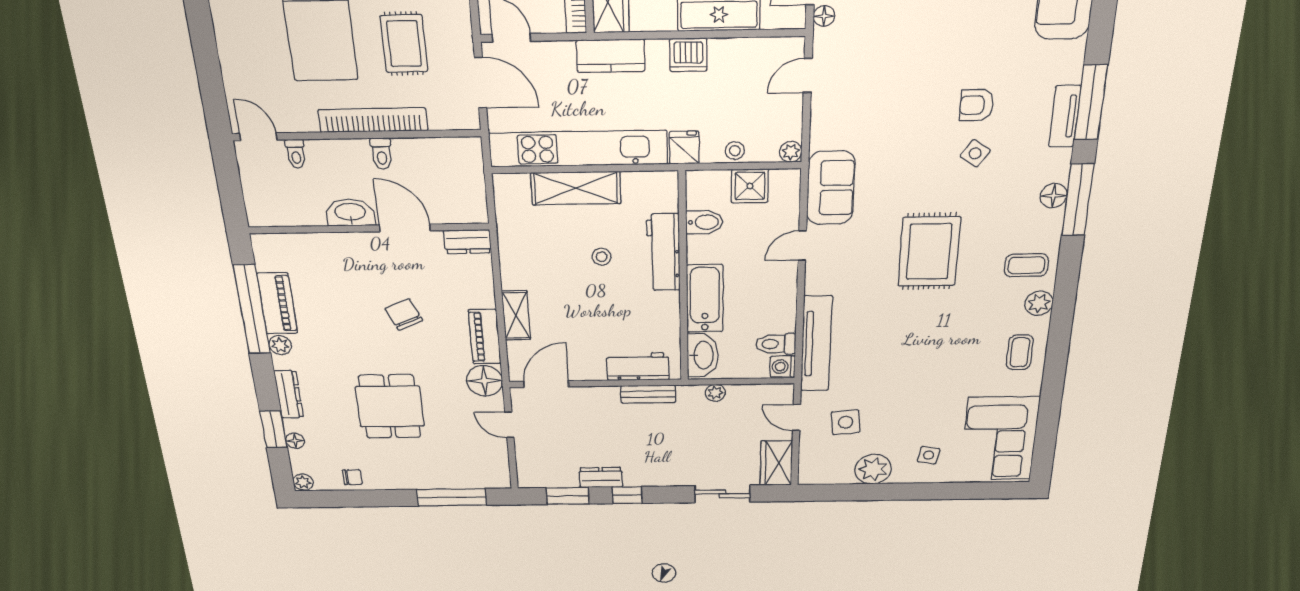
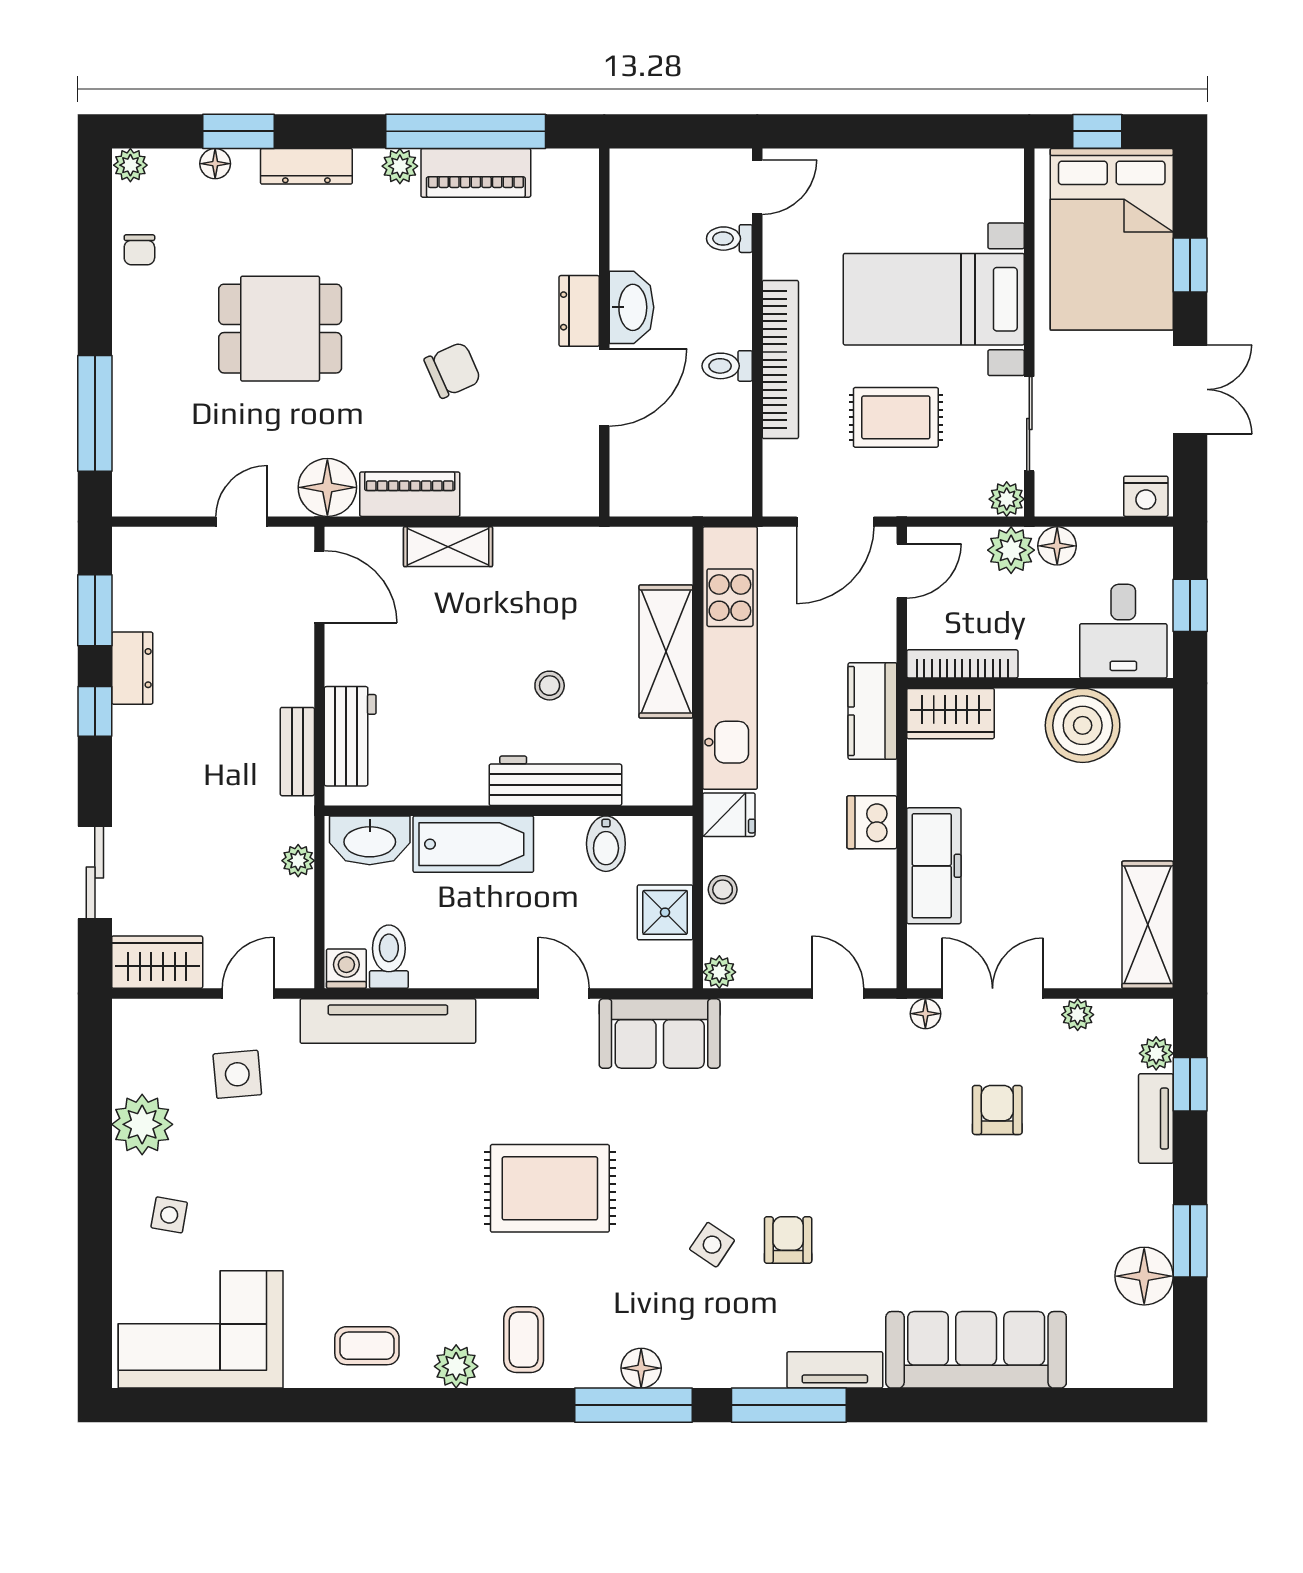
tv unit: (1065, 116) -> (835, 1370), moved
dresser: (467, 242) -> (579, 311), moved

